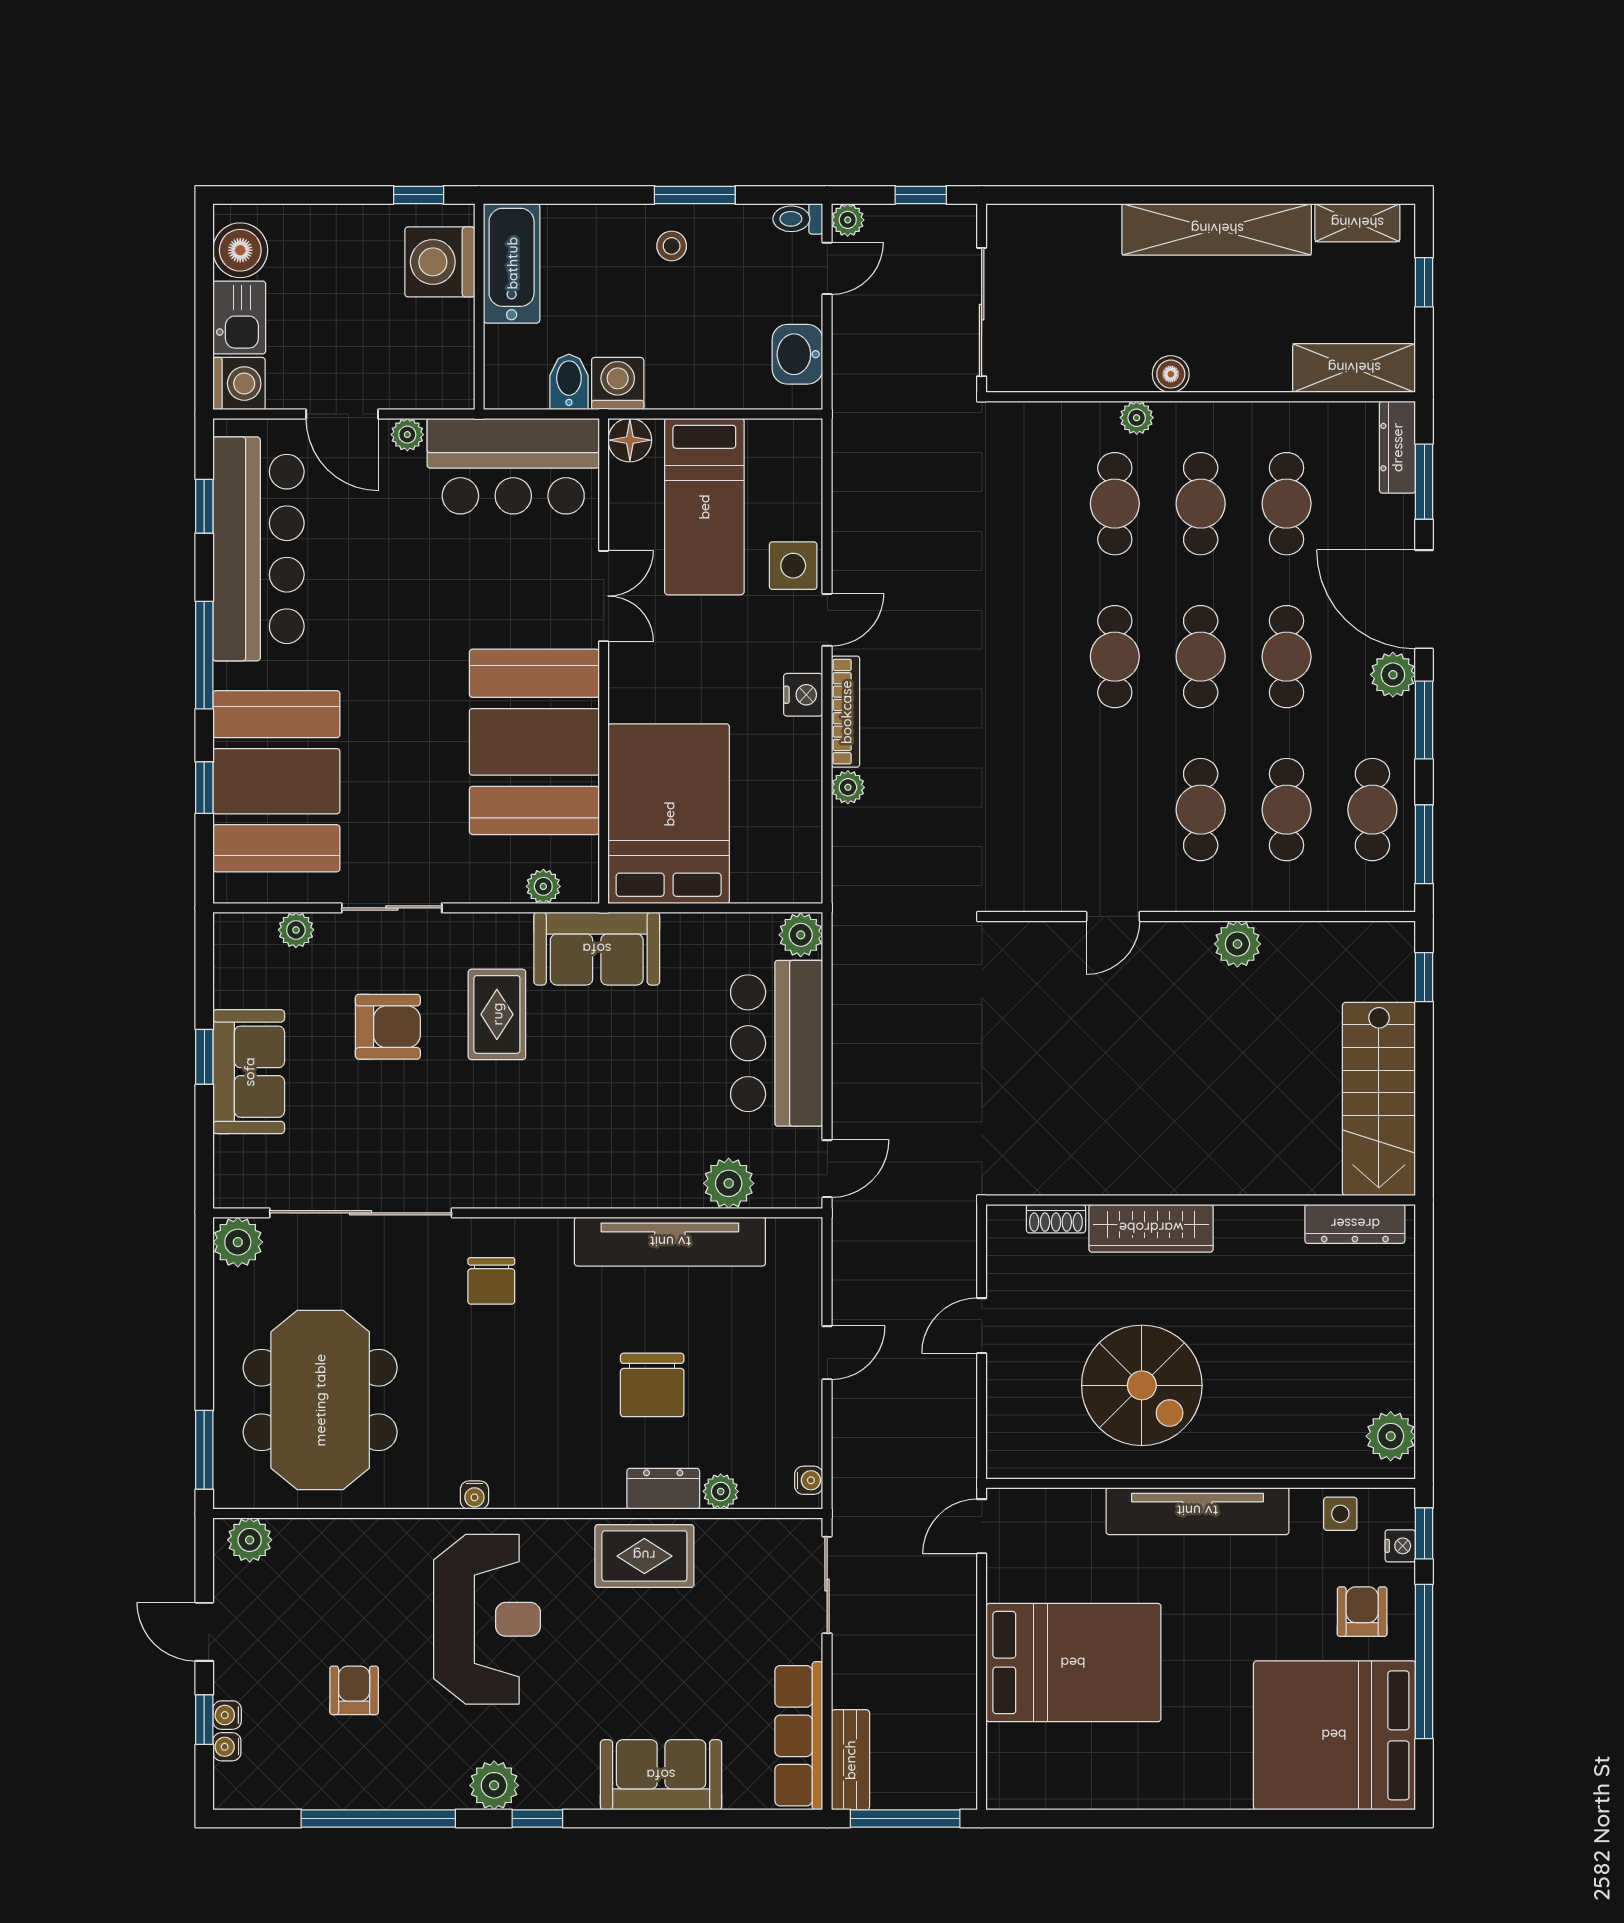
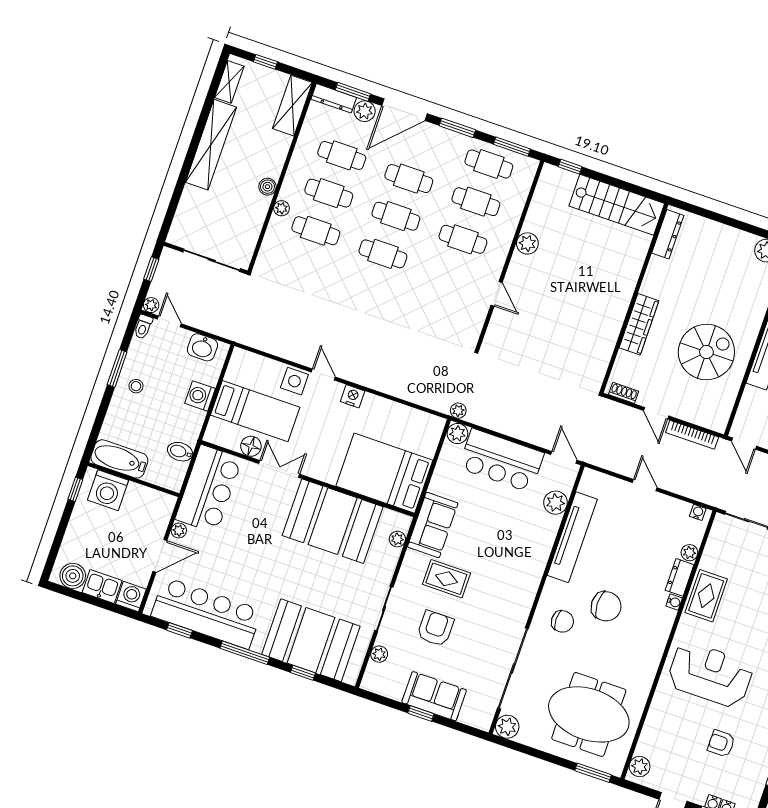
washing machine: (618, 384) -> (200, 396), moved
floor lamp: (630, 440) -> (251, 446), moved
plant: (1393, 675) -> (365, 111), moved
bookcase: (846, 712) -> (692, 435), moved, turned 180
plant: (848, 787) -> (458, 411), moved
shoe rack: (1056, 1219) -> (624, 393), moved, turned -90
chair: (652, 1385) -> (606, 606), moved
water cooler: (474, 1495) -> (674, 602), moved

